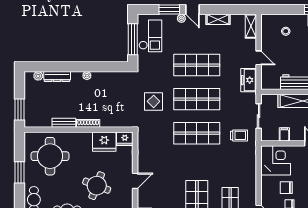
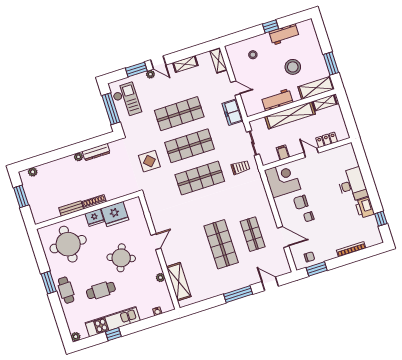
dresser: (57, 76) -> (96, 152), moved
window: (20, 109) -> (21, 196), moved
fridge: (125, 139) -> (95, 218), moved
window: (20, 172) -> (49, 283), moved

